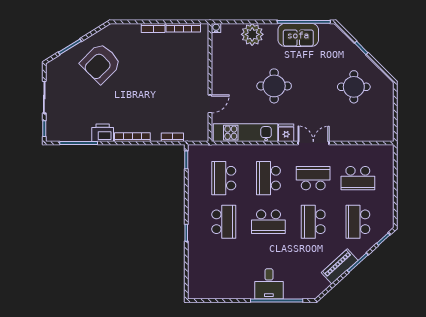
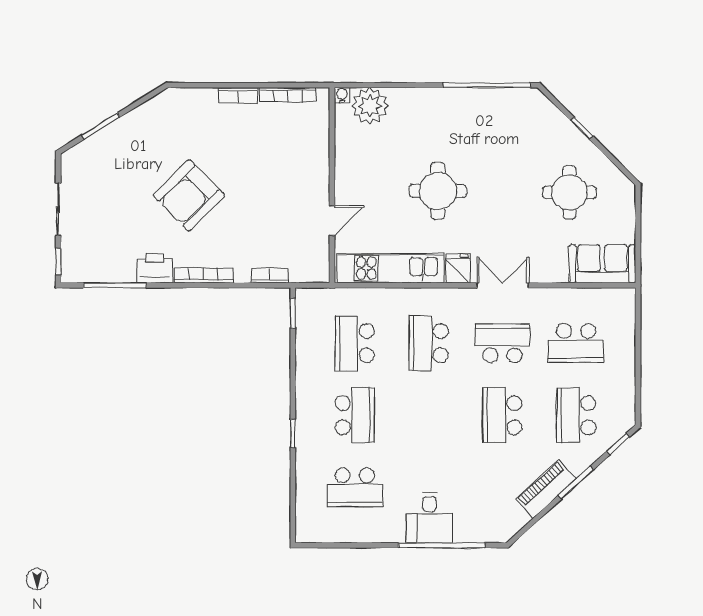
plant: (252, 34) -> (370, 106), moved
sofa: (298, 35) -> (602, 264), moved, turned 180
armchair: (101, 63) -> (189, 195), moved
school desk: (268, 222) -> (355, 487), moved

